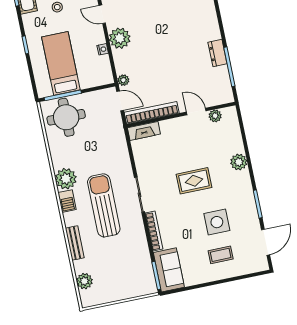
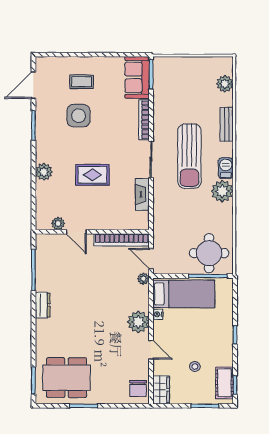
dresser: (217, 53) -> (43, 305), moved
bed: (61, 63) -> (184, 294), moved, turned -90
fireplace: (144, 131) -> (142, 194), moved, turned -90
rug: (194, 181) -> (92, 175), moved

